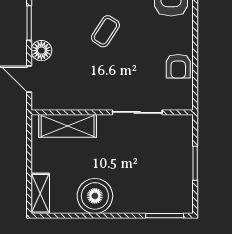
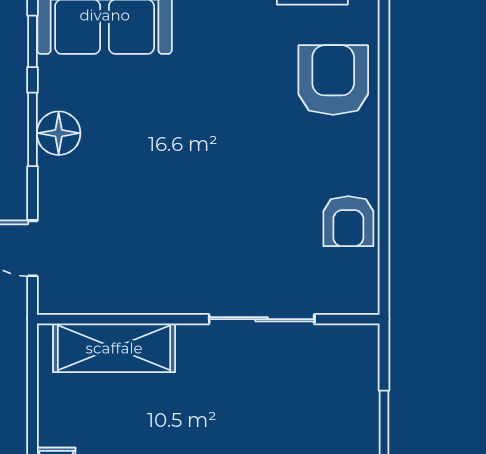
coffee table: (105, 31) -> (194, 147), removed
floor lamp: (41, 51) -> (59, 133), moved

